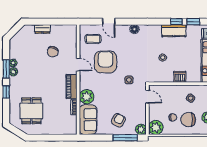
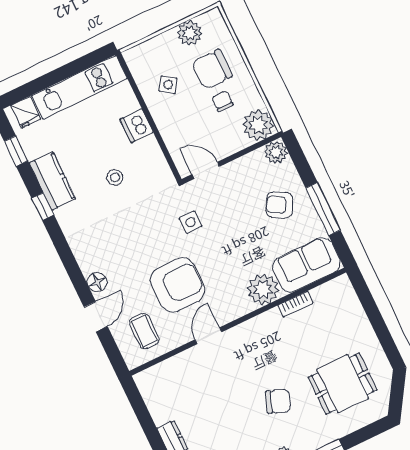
window: (176, 22) -> (43, 207), moved
floor lamp: (134, 29) -> (97, 282), moved
chair: (53, 52) -> (278, 401), moved
armchair: (105, 62) -> (178, 285), turned 180
piano: (72, 87) -> (257, 328), removed
door: (147, 97) -> (206, 170), hinge flipped
chair: (188, 120) -> (212, 69), turned 90
window: (125, 138) -> (323, 209), moved

